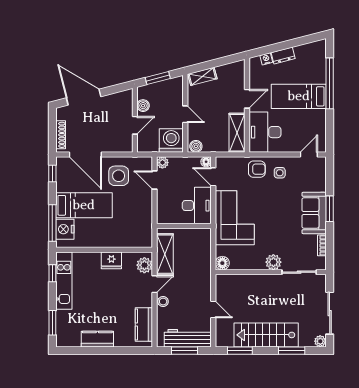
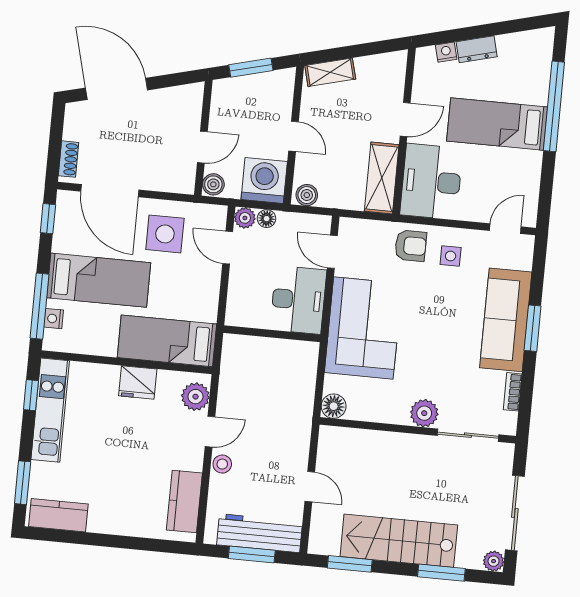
boiler: (143, 106) -> (213, 184), moved
shoe rack: (61, 135) -> (69, 159), width x0.70
floor lamp: (206, 162) -> (267, 219), moved
sofa: (314, 213) -> (506, 320), width x1.36
nightstand: (65, 229) -> (54, 319), width x0.53, depth x0.56
bed: (125, 236) -> (167, 341), added
shelving: (165, 254) -> (233, 381), removed
kitchen counter: (97, 339) -> (58, 515), moved

